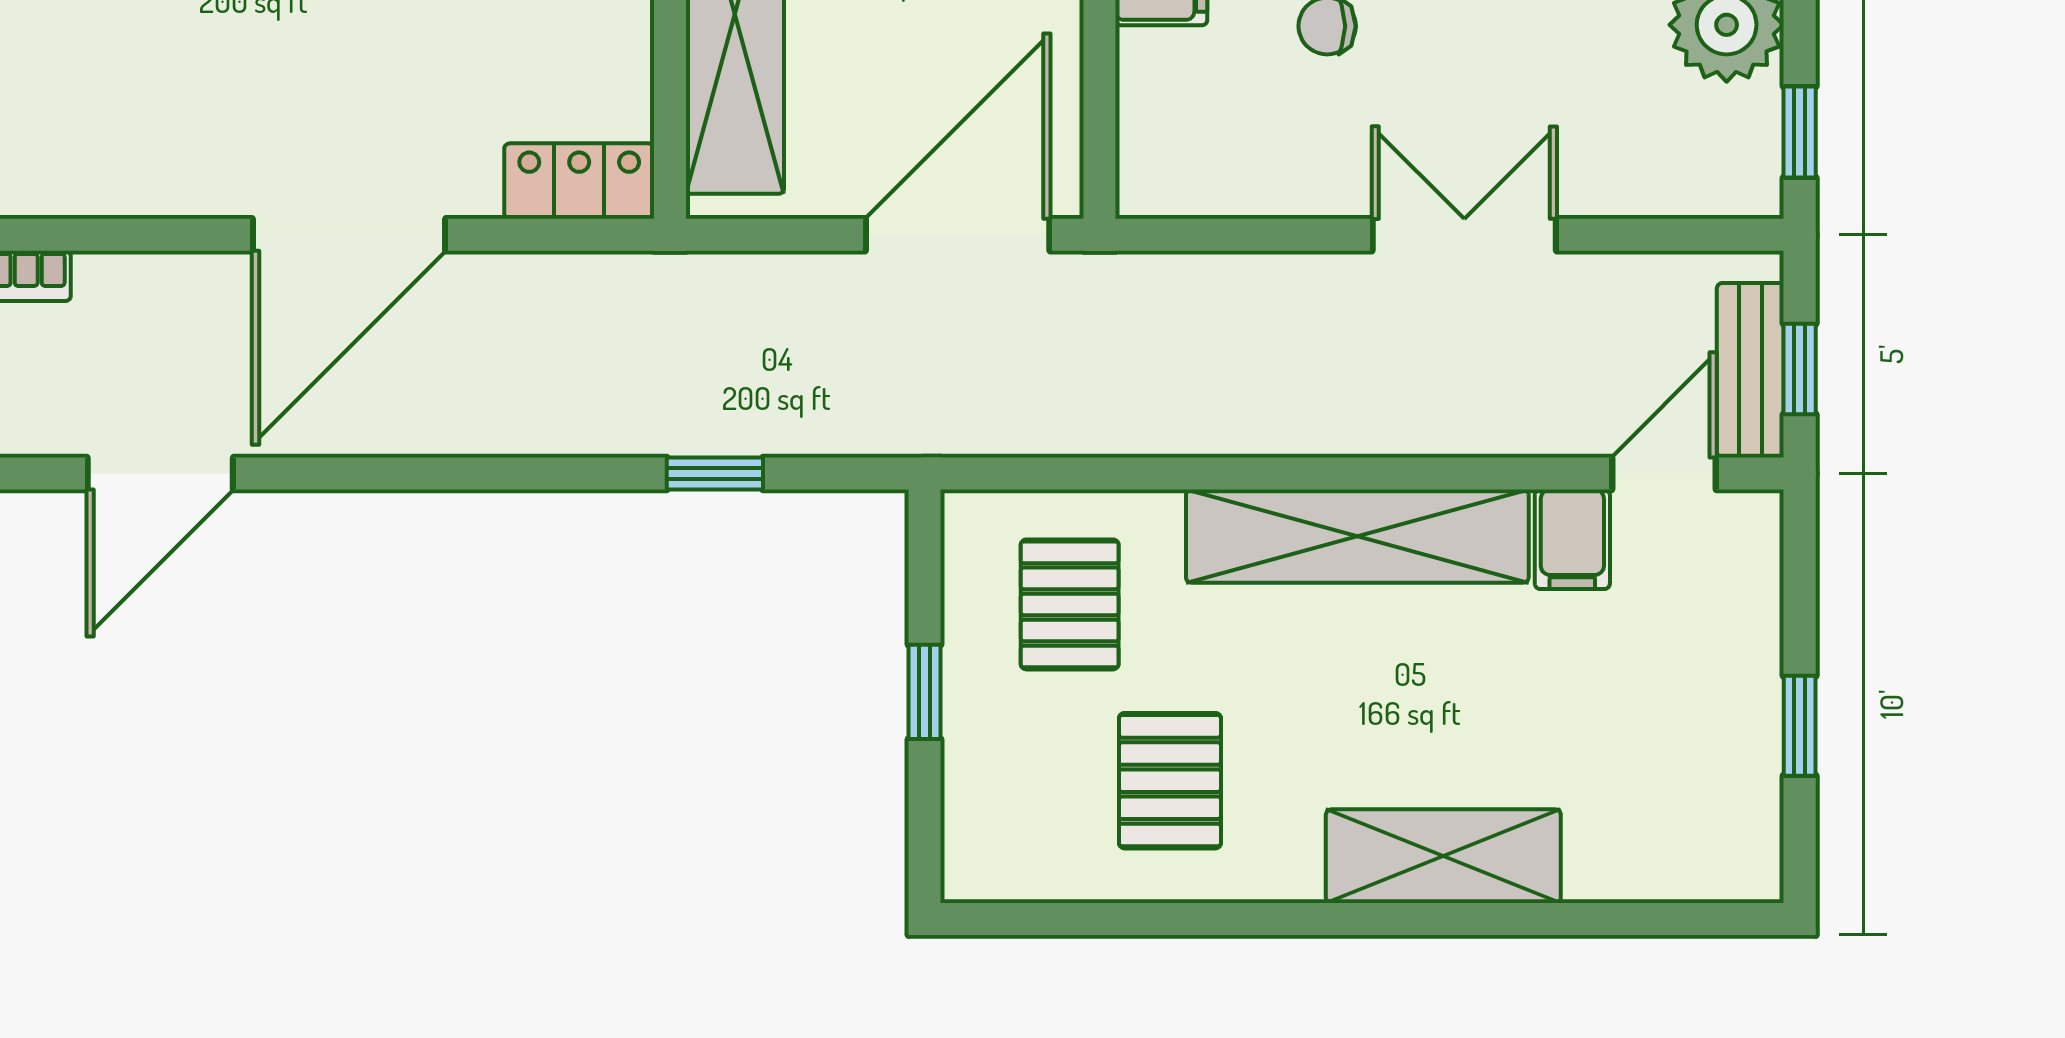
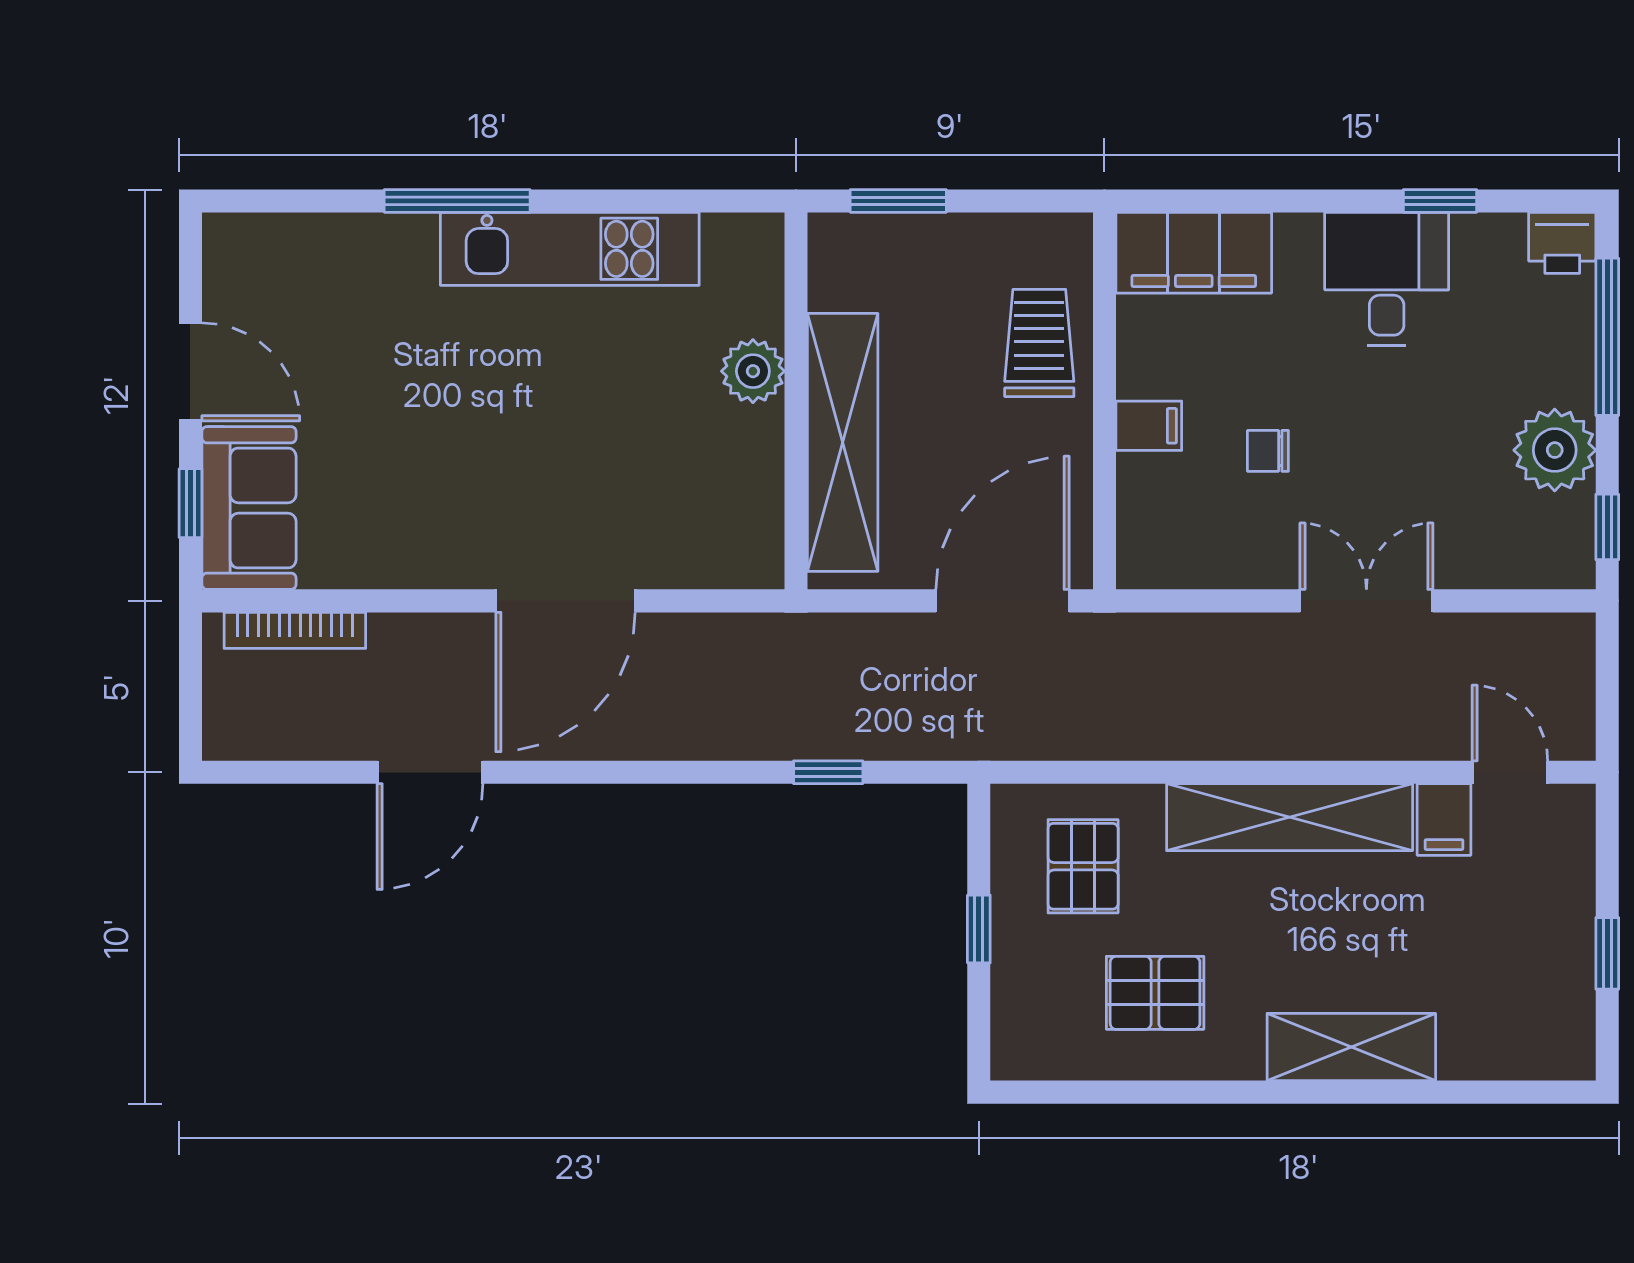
locker: (579, 181) -> (731, 562), removed
window: (1800, 369) -> (1607, 697), removed
bench: (1750, 370) -> (1572, 698), removed
door: (1664, 473) -> (1510, 772), hinge flipped
pallet: (1170, 781) -> (1155, 993), turned 90

